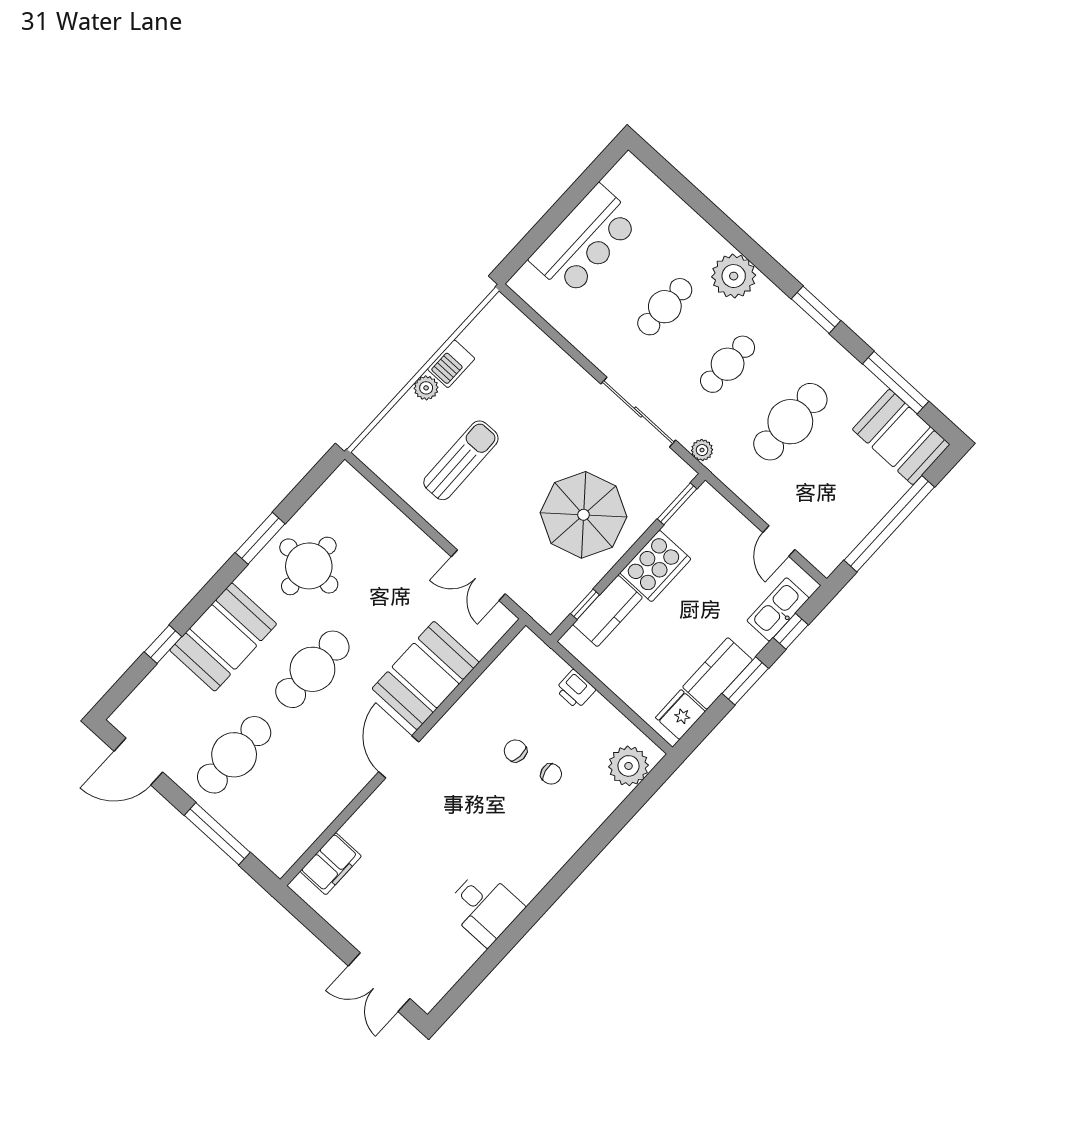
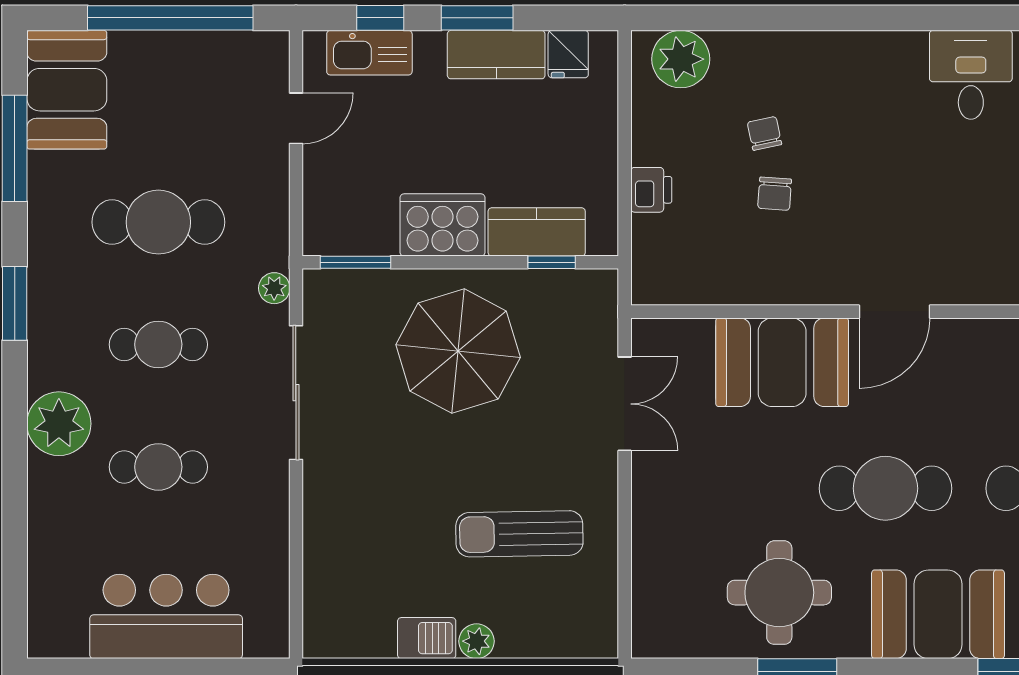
fridge: (680, 715) -> (568, 54), width x0.72

